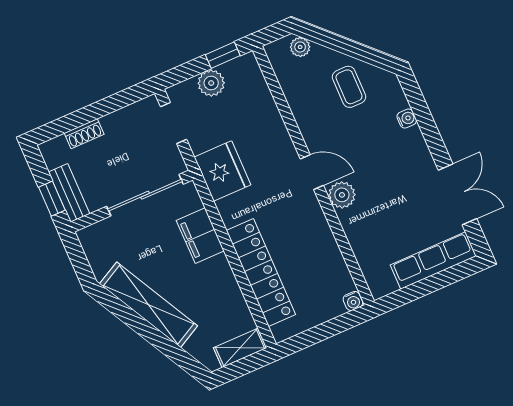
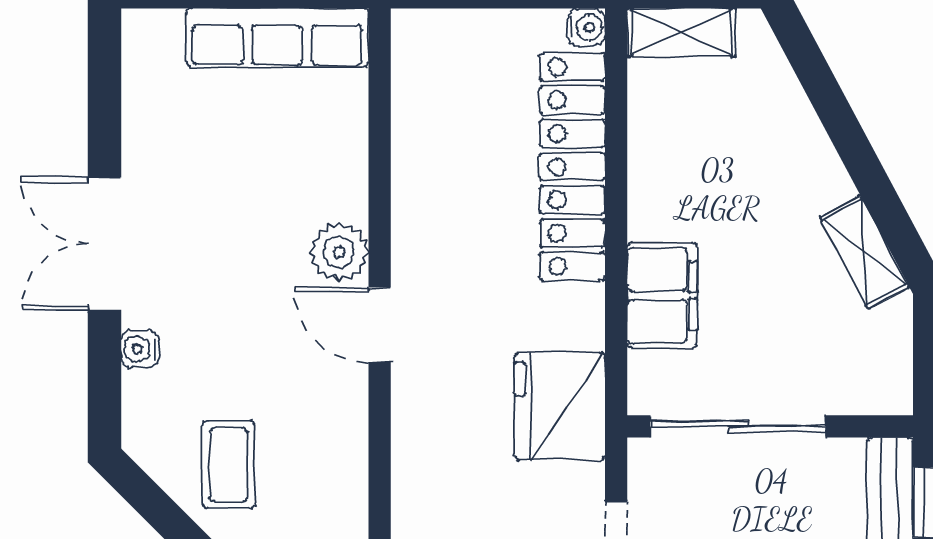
double door: (457, 194) -> (104, 244), moved
row of seats: (433, 261) -> (277, 38), moved
water cooler: (353, 301) -> (586, 27), moved, turned 90
shelving: (149, 305) -> (864, 252), width x0.45, depth x0.75

